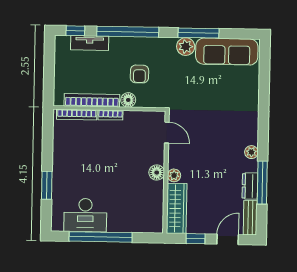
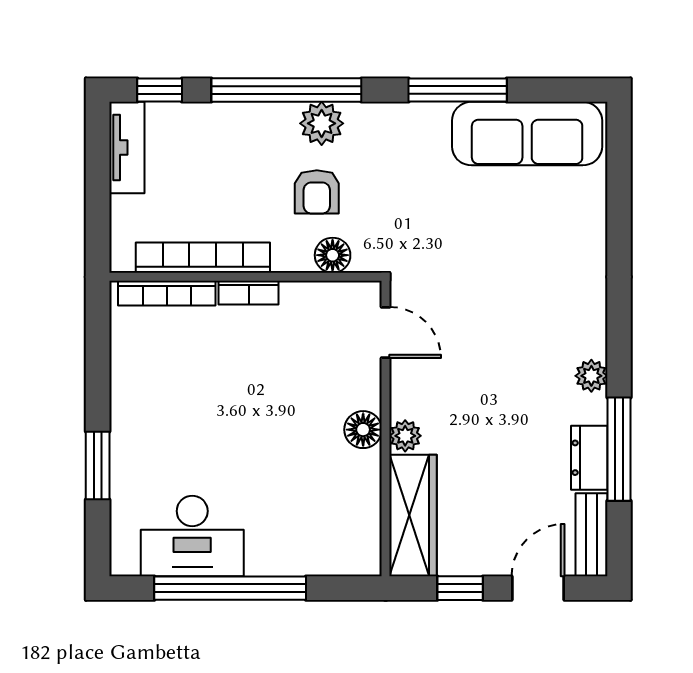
tv unit: (90, 43) -> (127, 148), moved, turned -90
plant: (186, 47) -> (322, 123), moved
floor lamp: (128, 100) -> (333, 255), moved

